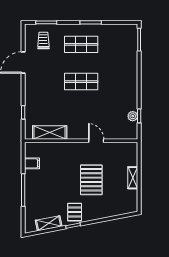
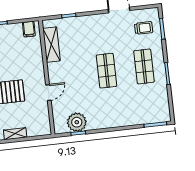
plant: (133, 116) -> (77, 122), width x1.87, depth x1.87
filing cabinet: (32, 163) -> (29, 29), moved

